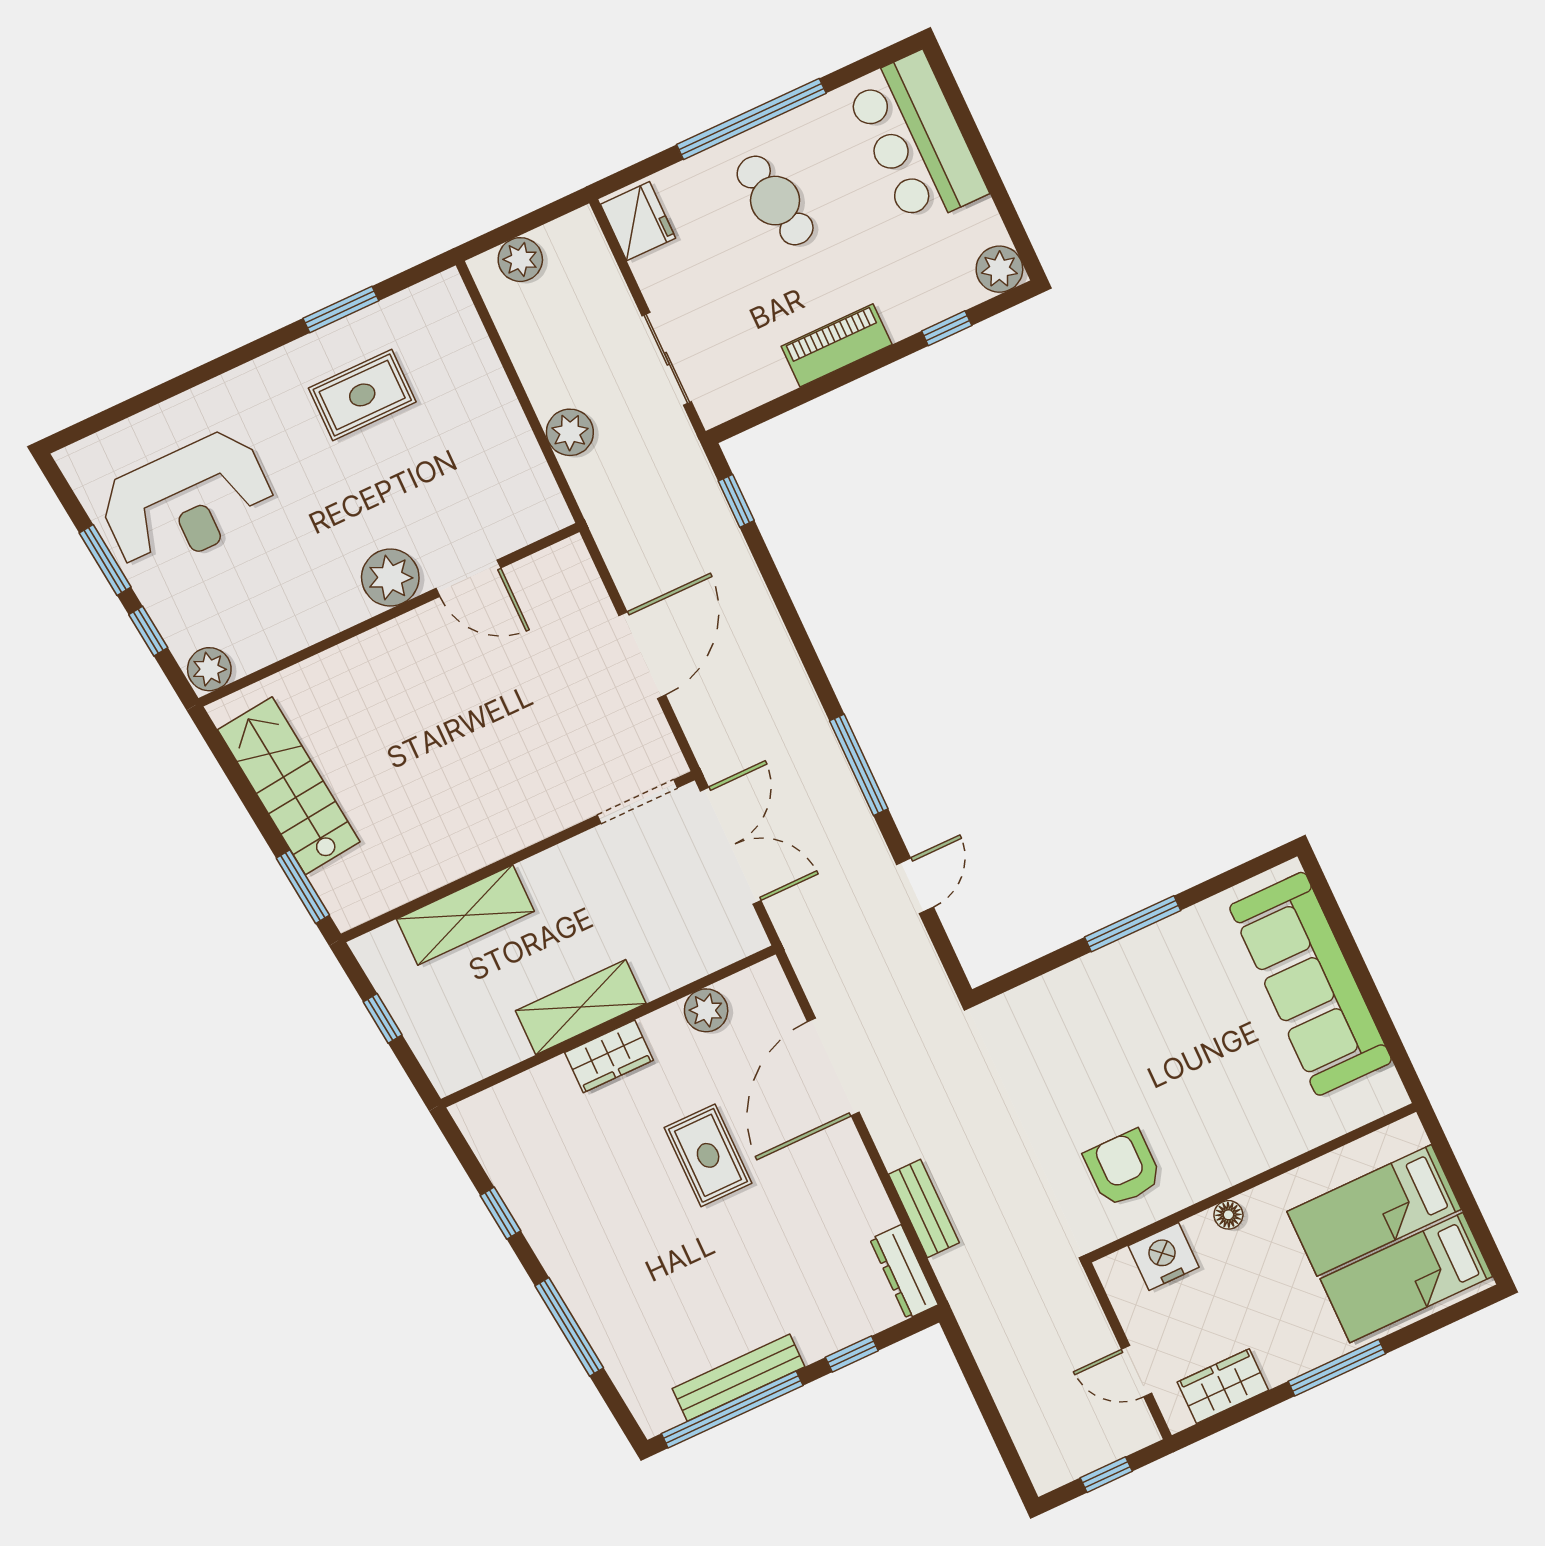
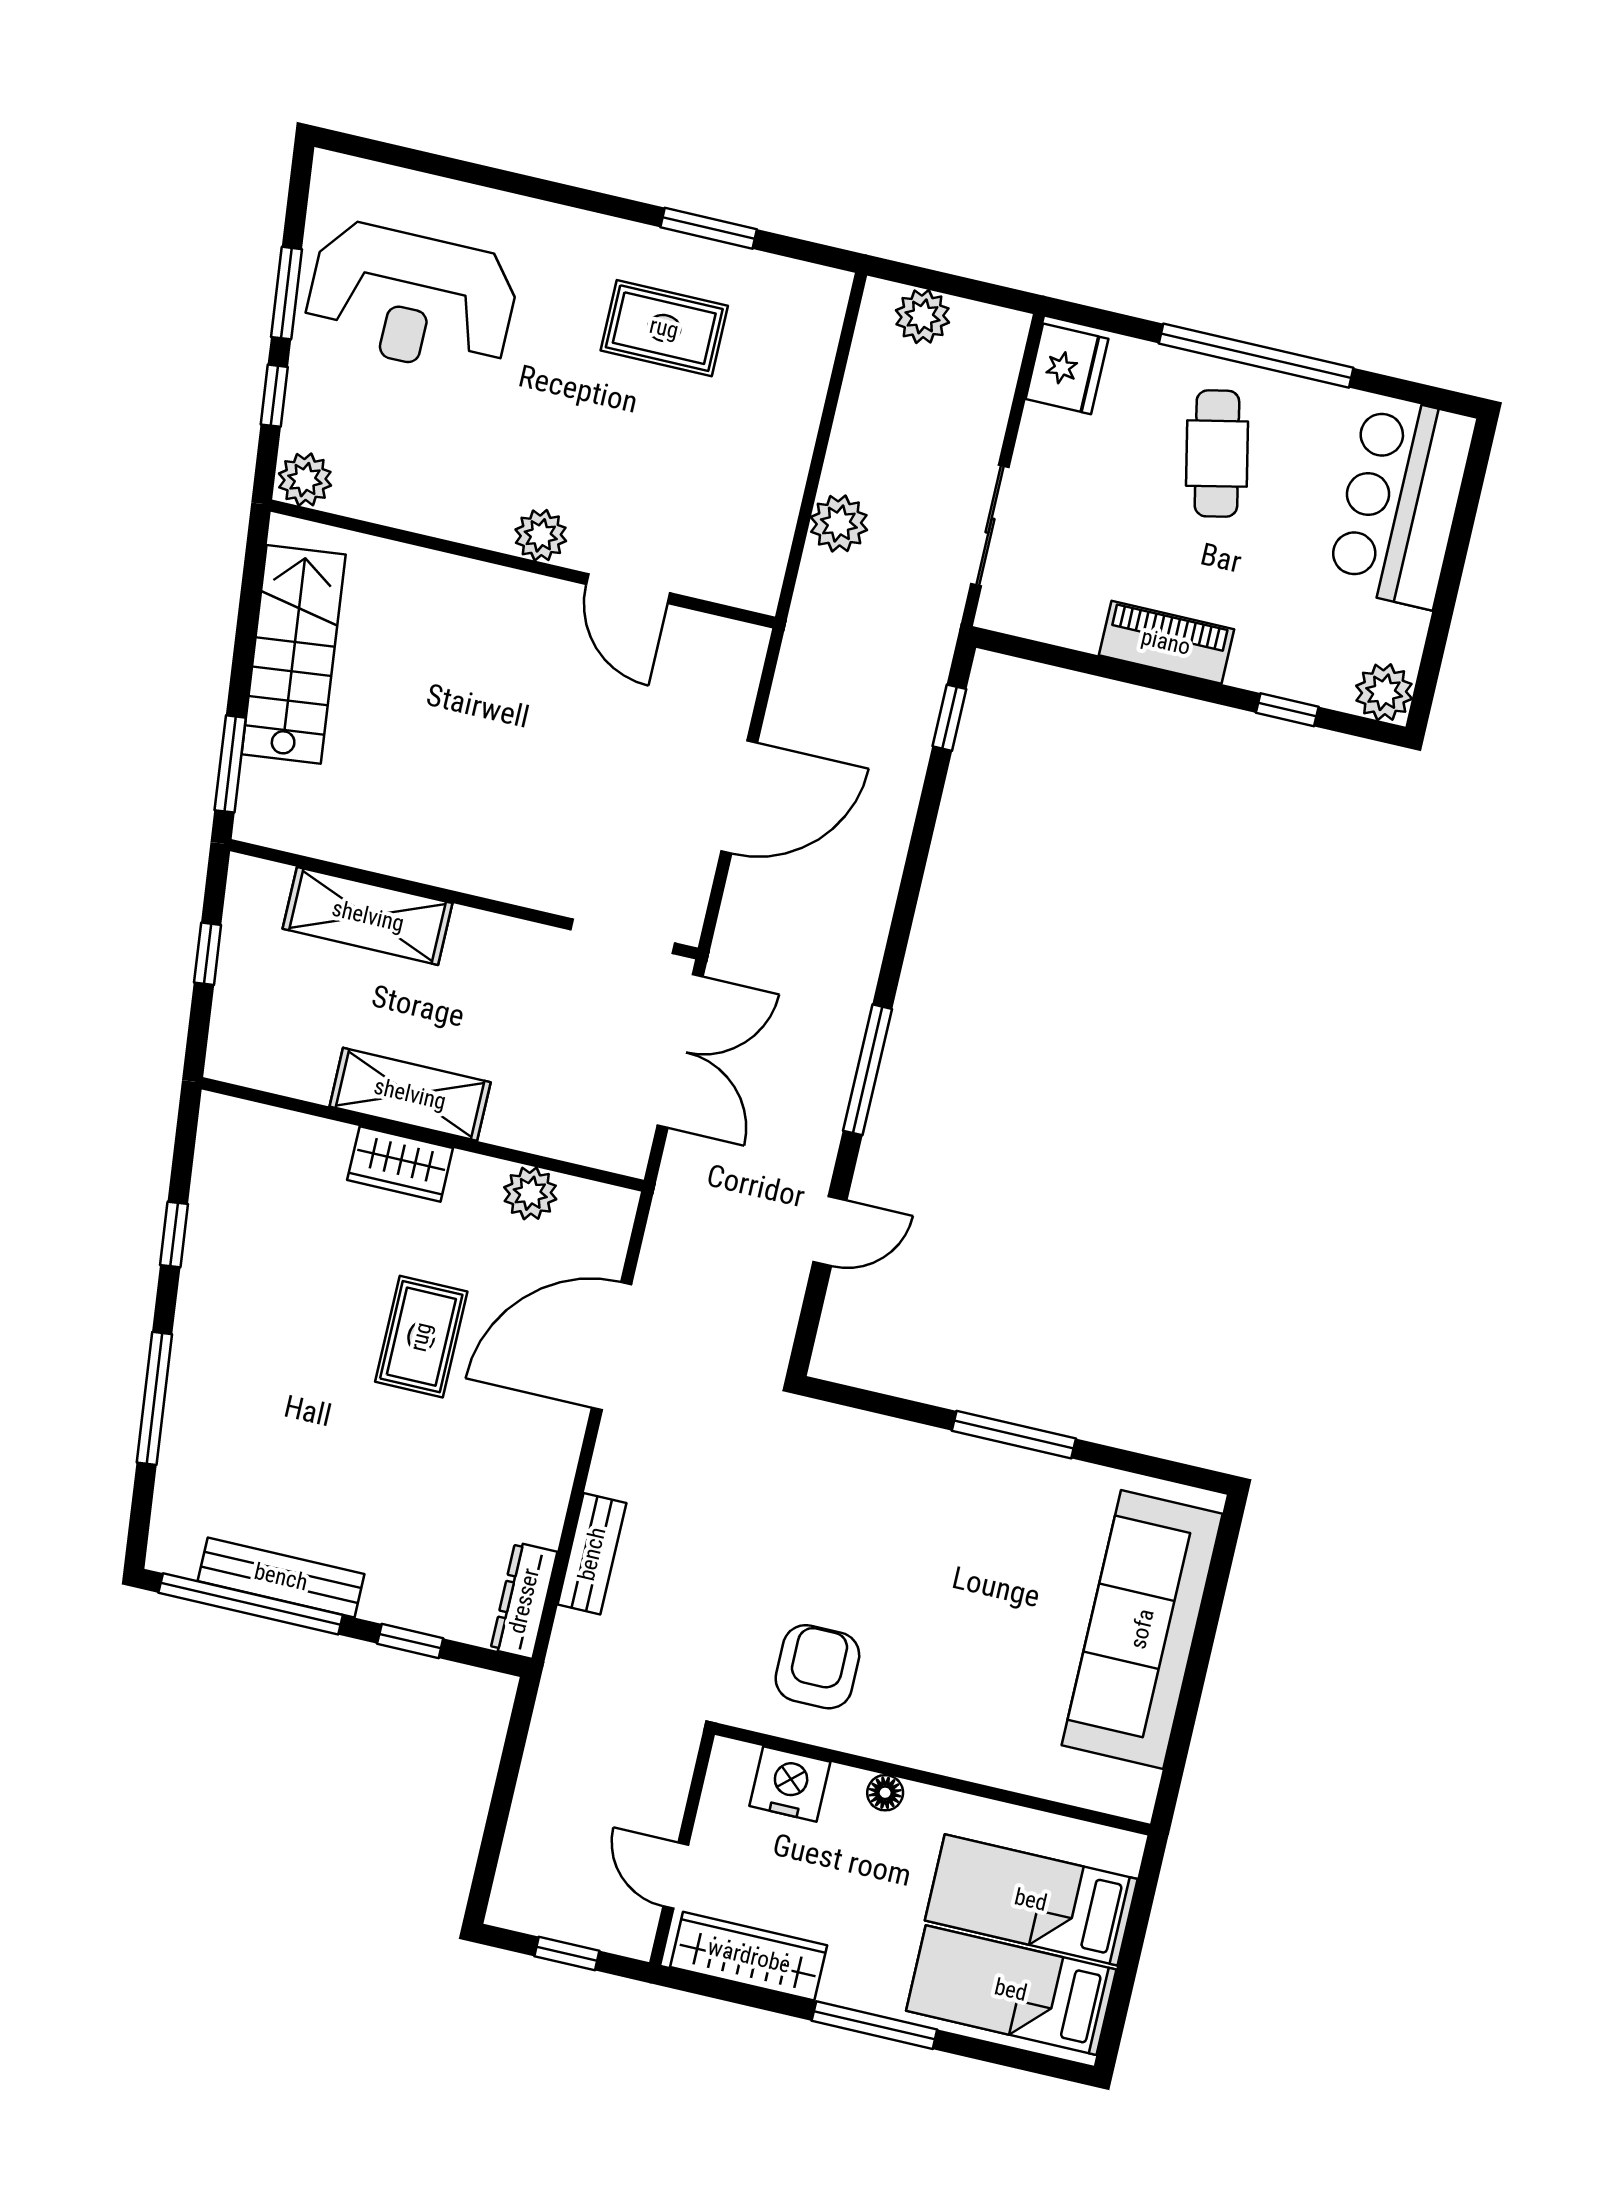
plant: (390, 578) -> (541, 535), width x0.73, depth x0.73
wardrobe: (1223, 1386) -> (749, 1956), width x1.50

